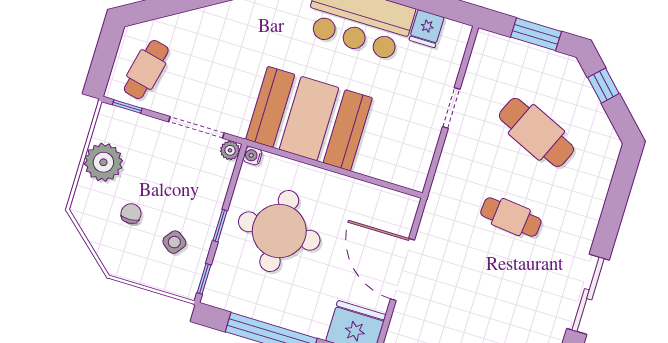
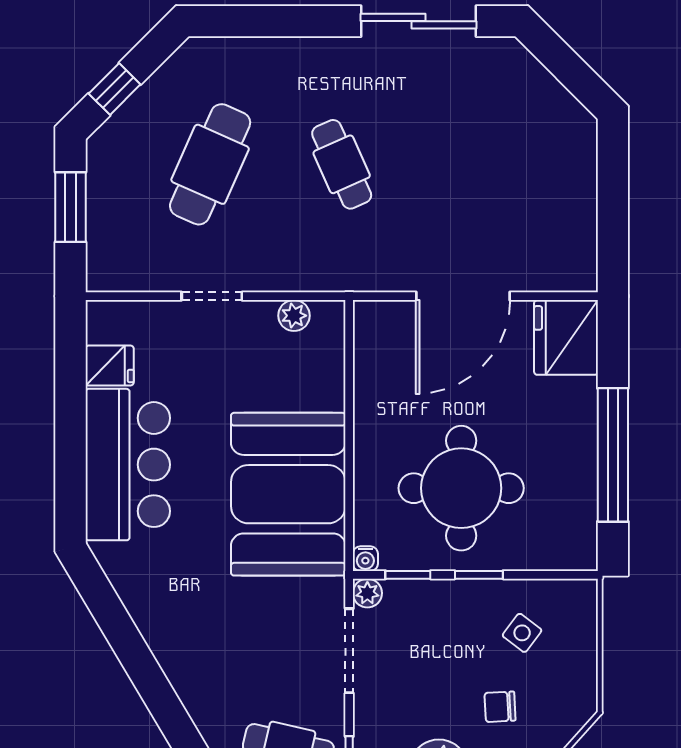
plant: (423, 157) -> (294, 316), added
cafe table: (511, 217) -> (342, 164), turned -30
window: (204, 279) -> (408, 575), moved

